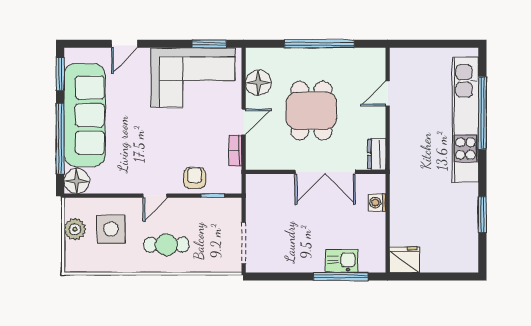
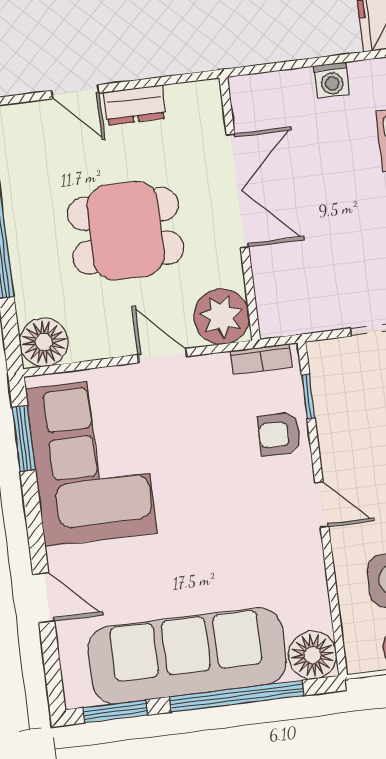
floor lamp: (258, 83) -> (44, 342), moved
bookcase: (235, 151) -> (261, 359), moved
dresser: (377, 154) -> (134, 105), moved
plant: (260, 155) -> (222, 317), added
washing machine: (377, 203) -> (332, 80), moved

